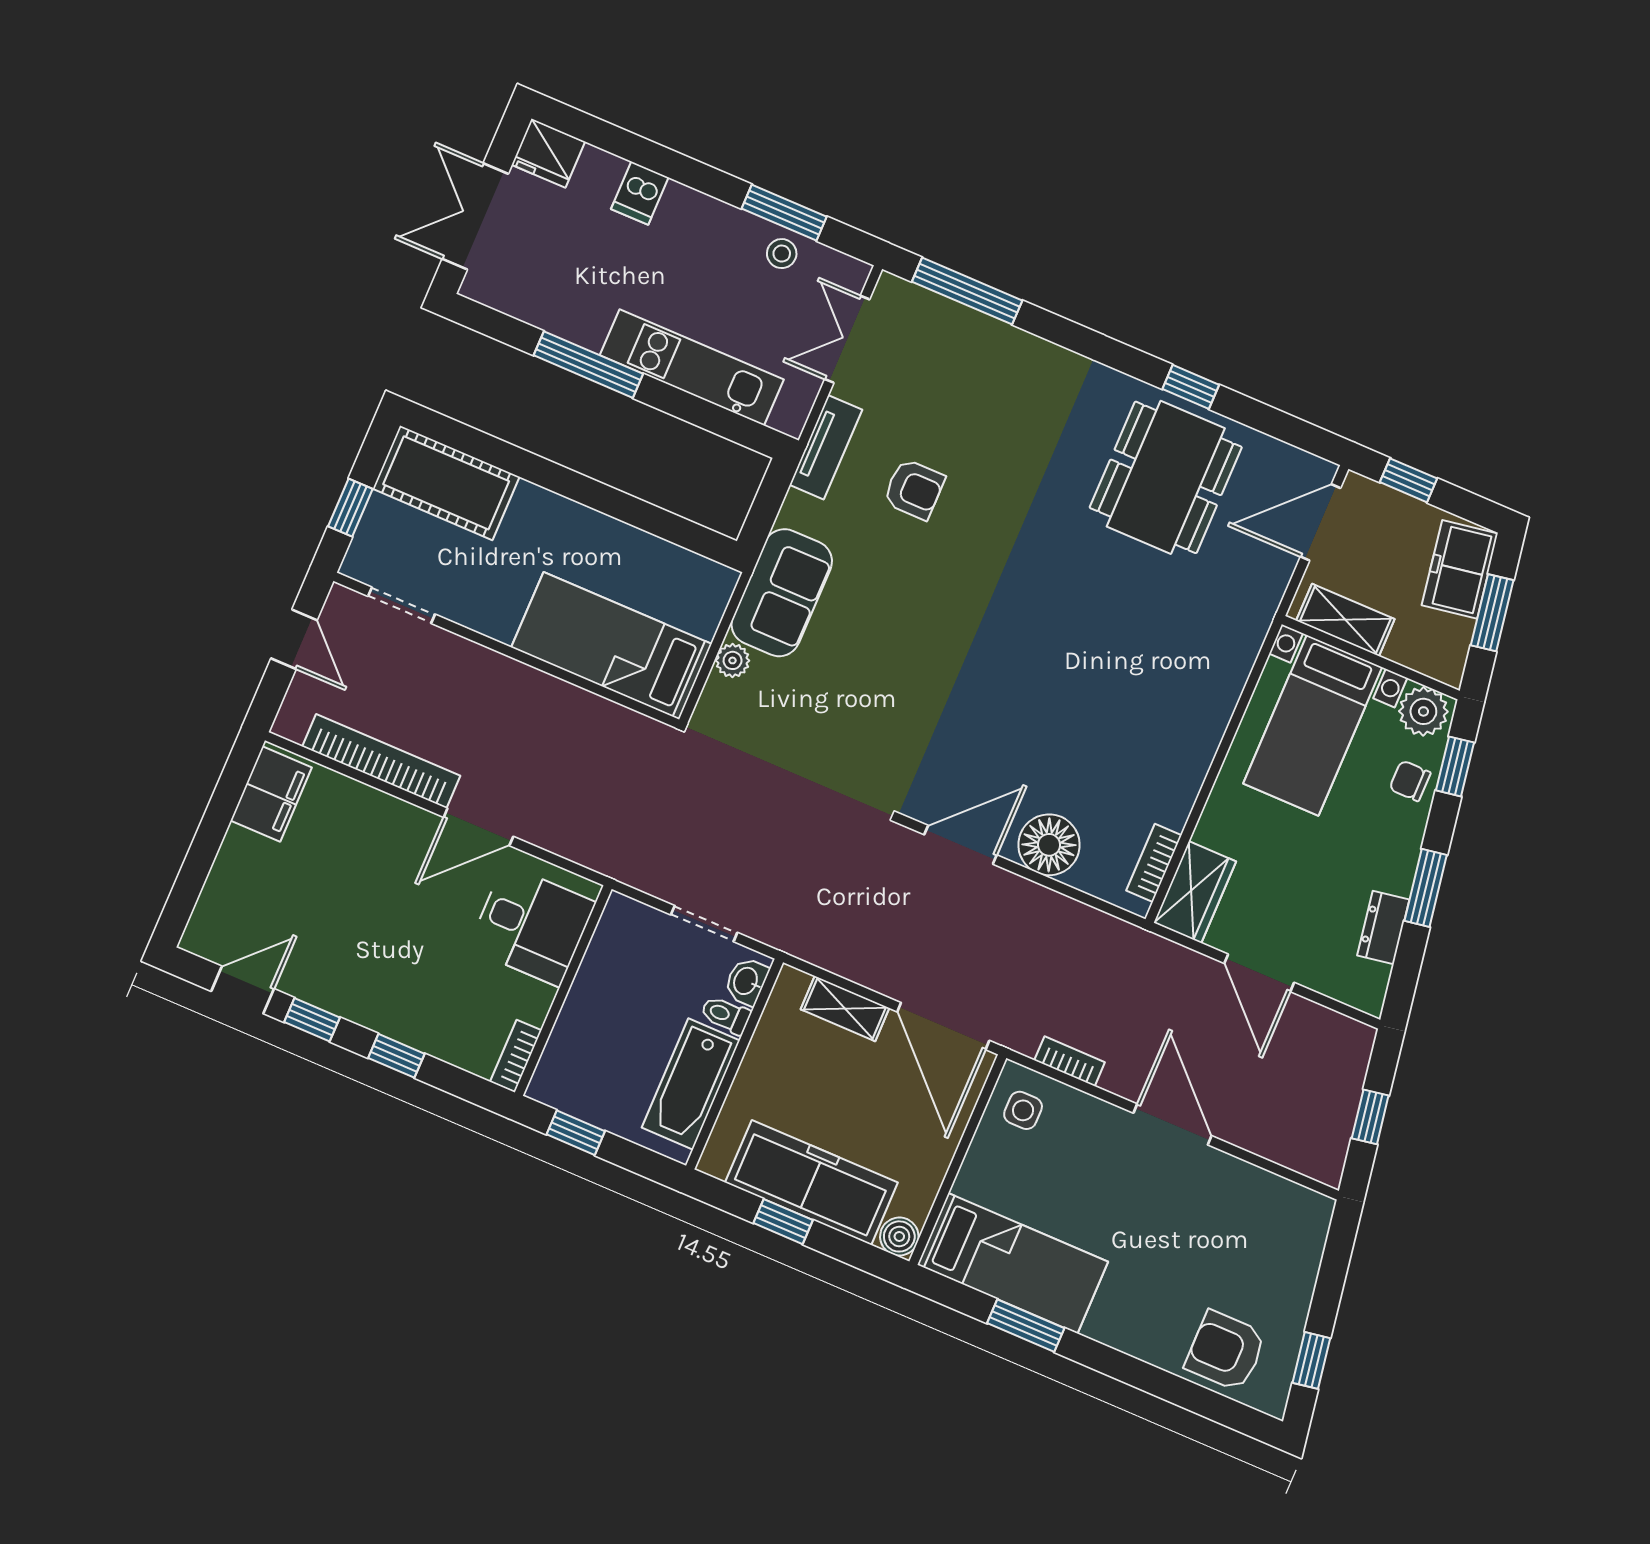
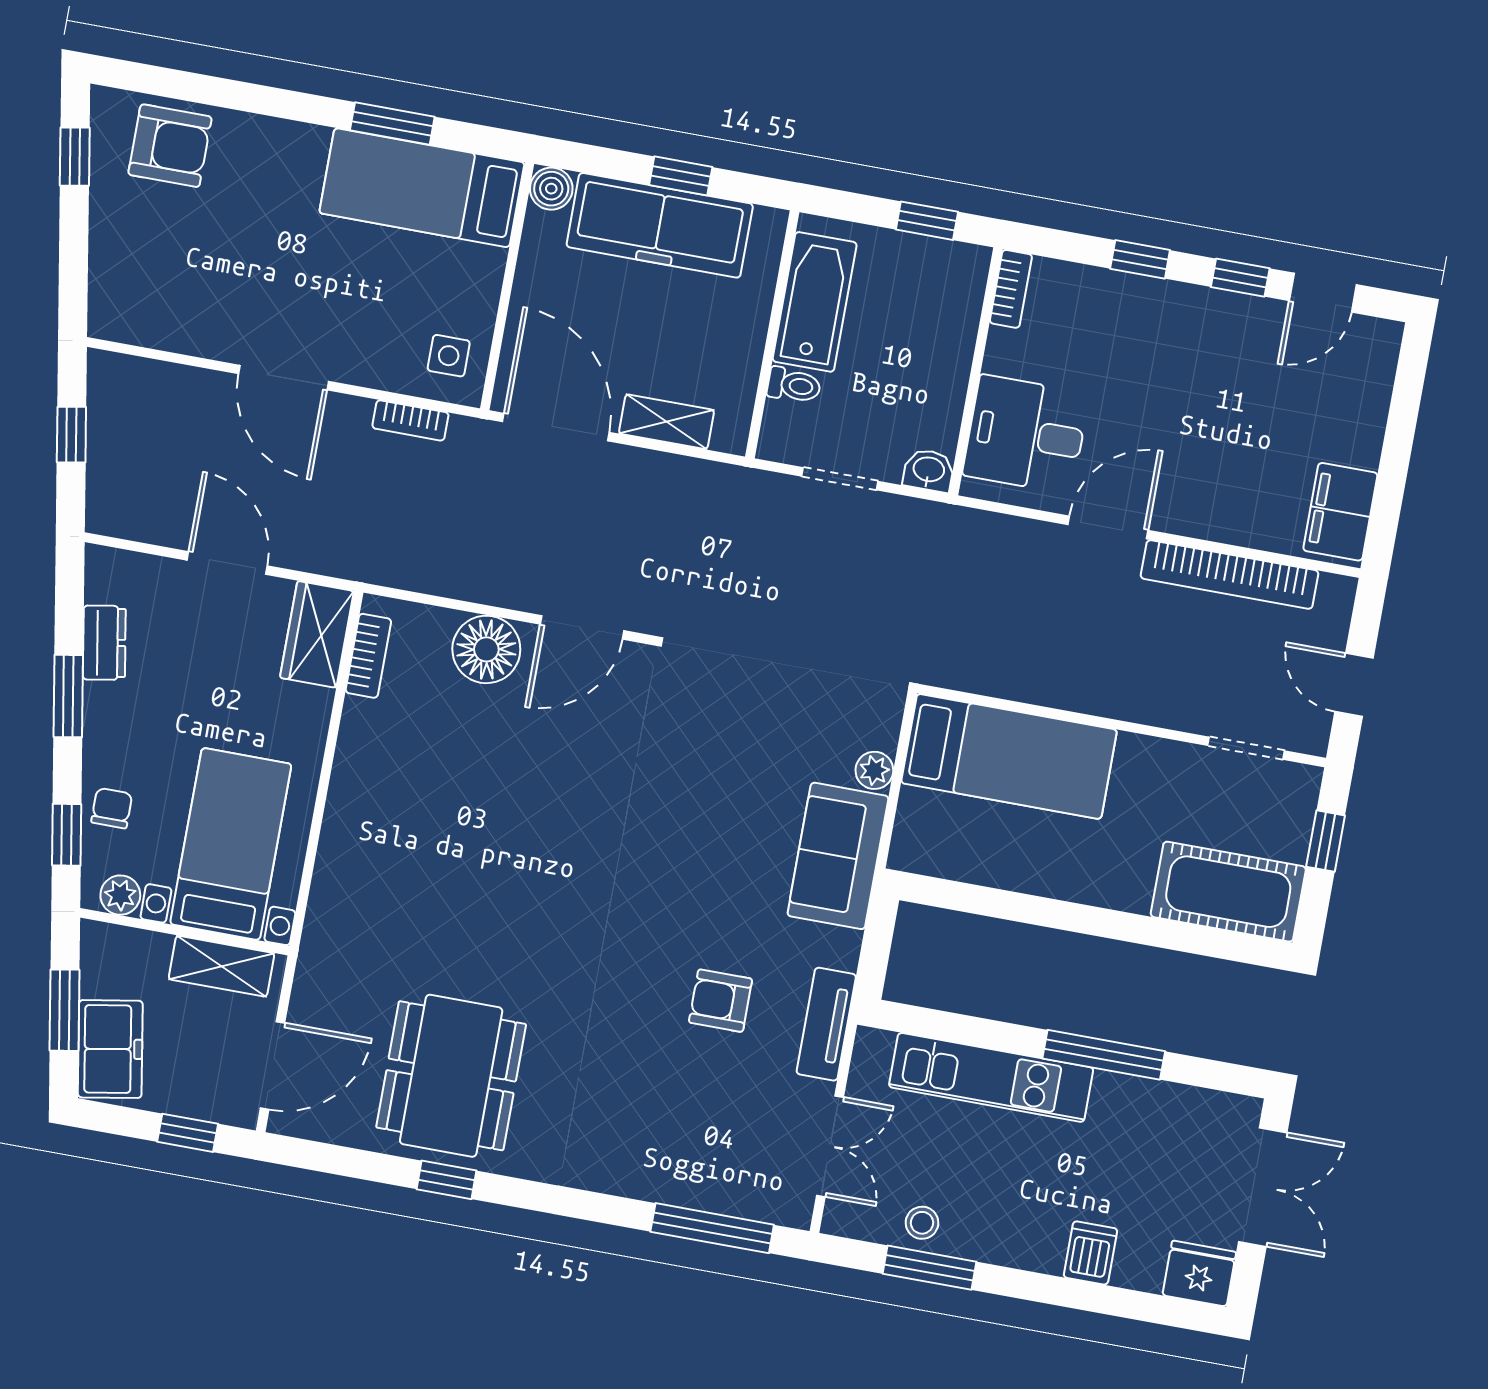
plant: (1423, 711) -> (120, 895), width x0.73, depth x0.73
chair: (1410, 781) -> (112, 808), turned -90
washbasin: (746, 981) -> (929, 470), moved, turned -90

